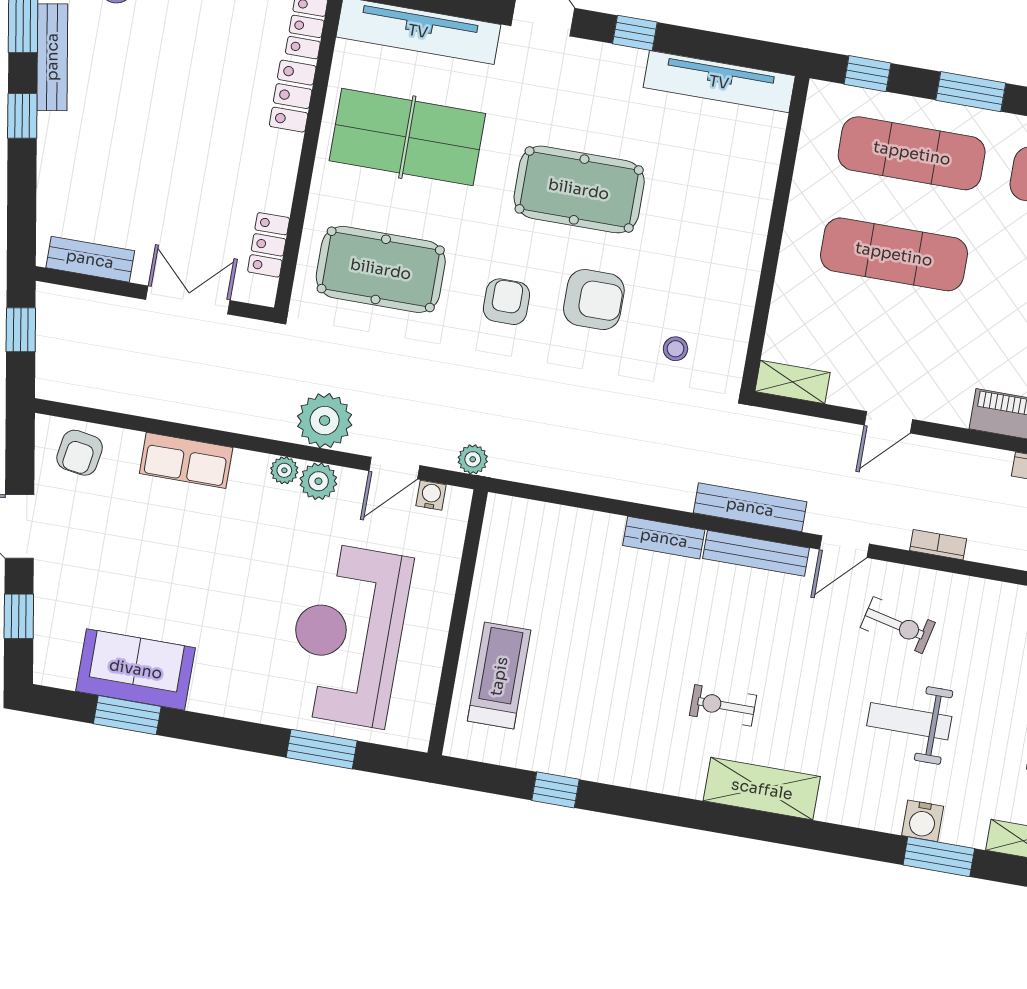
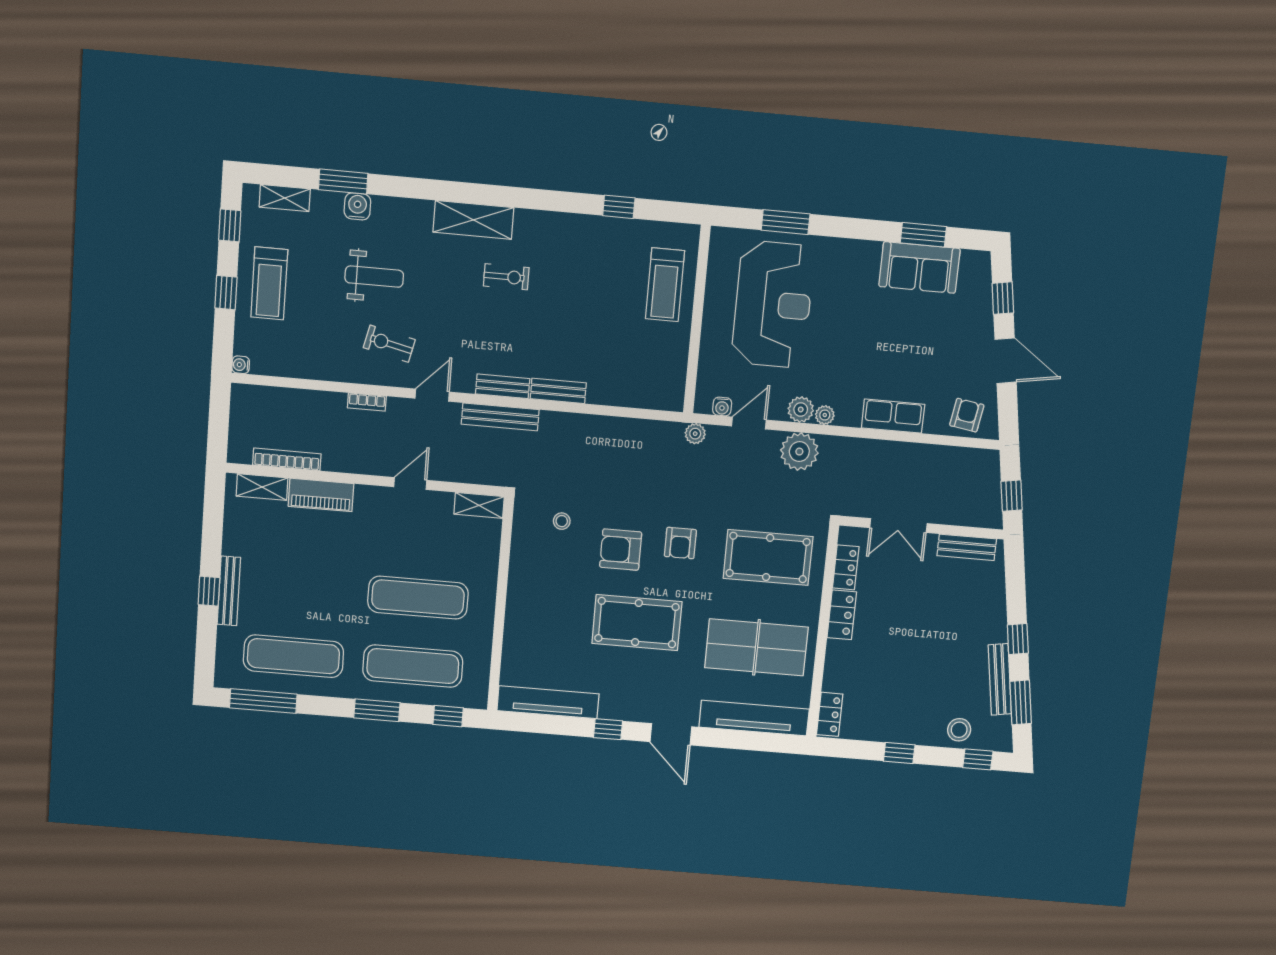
locker: (293, 96) -> (842, 615), moved
bench: (756, 553) -> (503, 386), width x0.73

